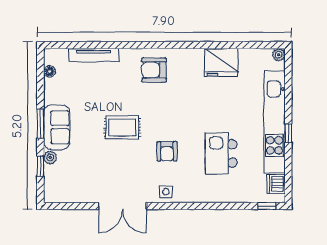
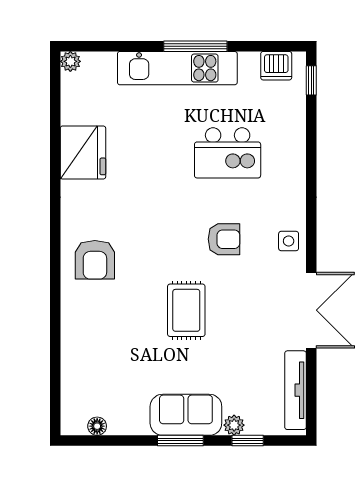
tv unit: (94, 55) -> (295, 390), moved, turned 180
kitchen unit: (274, 122) -> (177, 68), width x0.73
window: (288, 133) -> (195, 46), width x2.17

